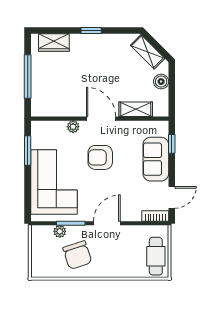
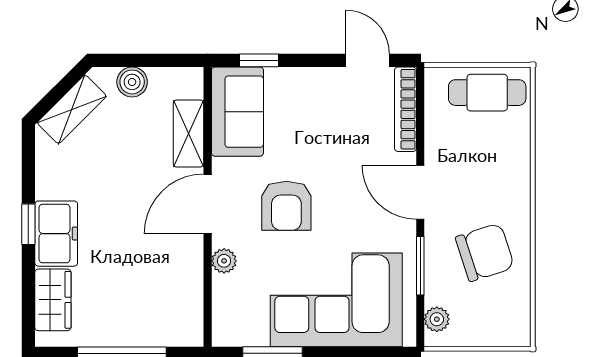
freezer: (87, 44) -> (56, 234), added
sofa: (156, 159) -> (237, 112), moved, turned -90
bookcase: (155, 216) -> (405, 109), width x1.56
plant: (60, 231) -> (437, 319), moved

